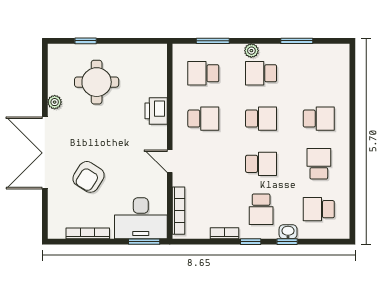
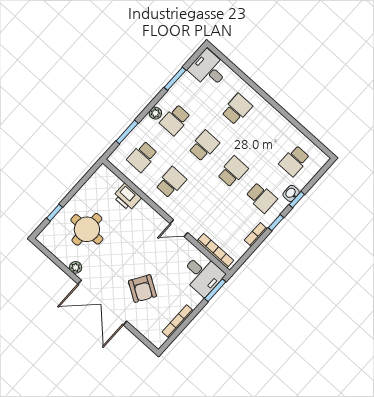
desk: (331, 62) -> (208, 69), added
printer: (156, 111) -> (127, 197), moved
school desk: (319, 164) -> (266, 135), removed
desk: (141, 218) -> (203, 275), width x0.73

